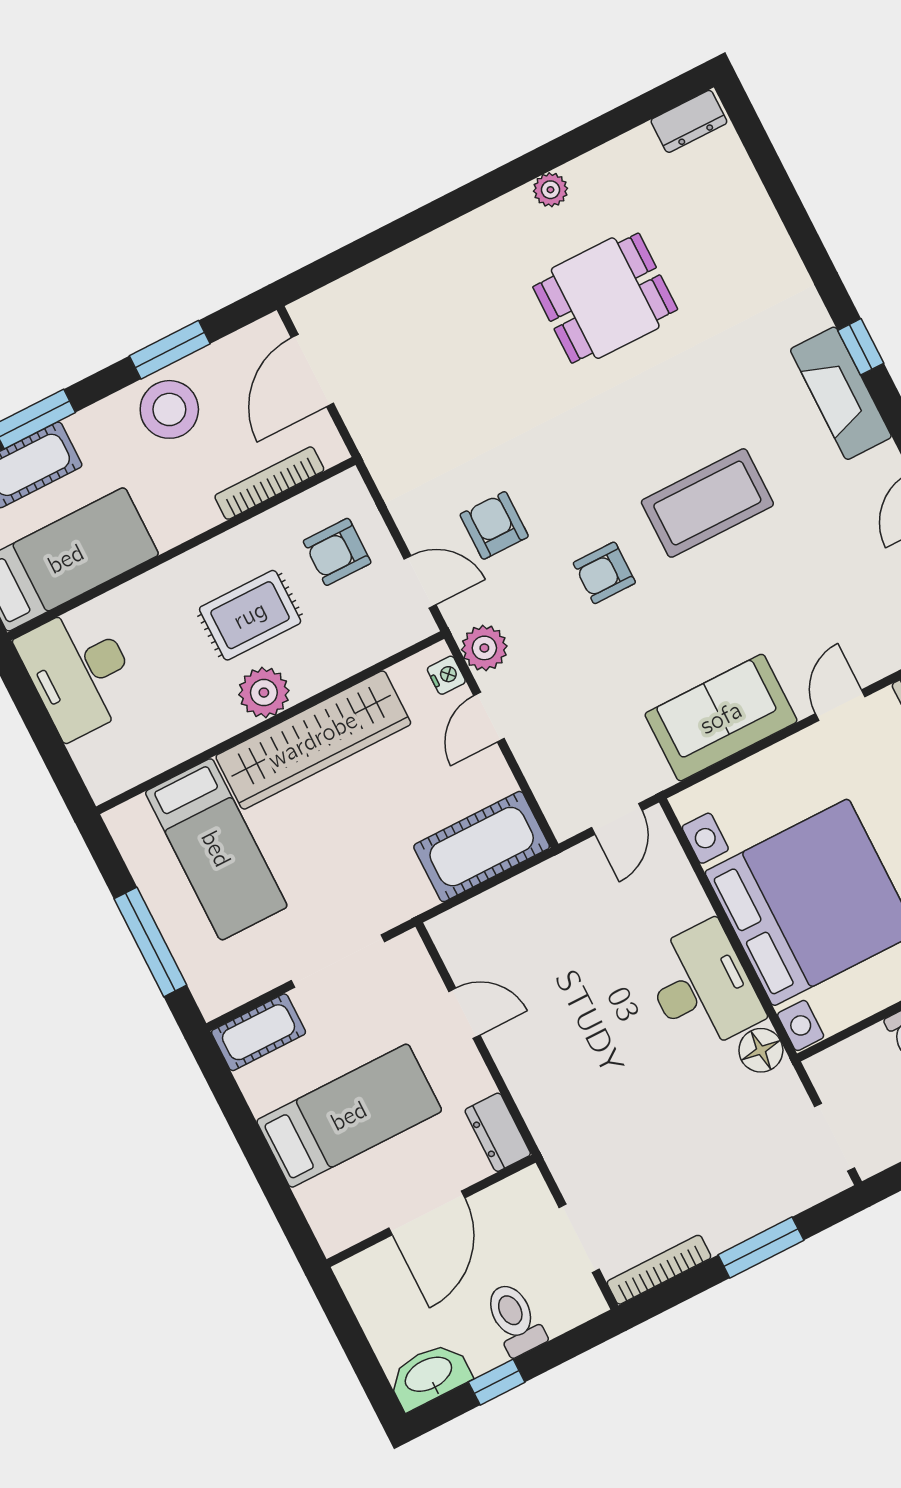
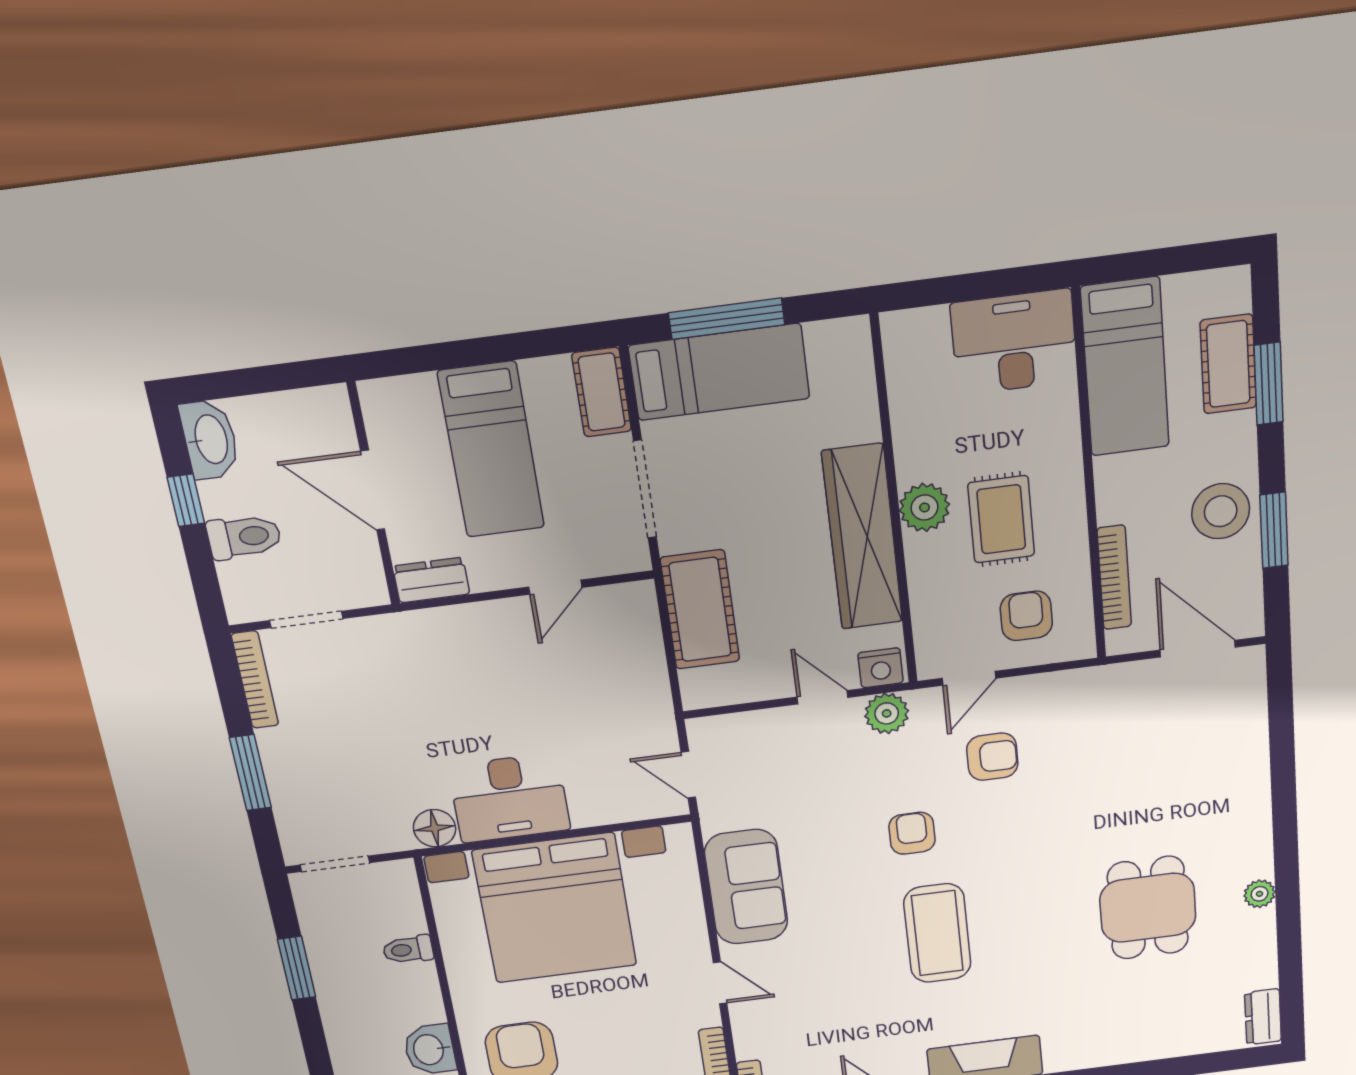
nightstand: (446, 675) -> (881, 668), width x1.39, depth x1.35
cot: (482, 847) -> (700, 610), moved
bed: (216, 849) -> (719, 372), moved, turned 180

